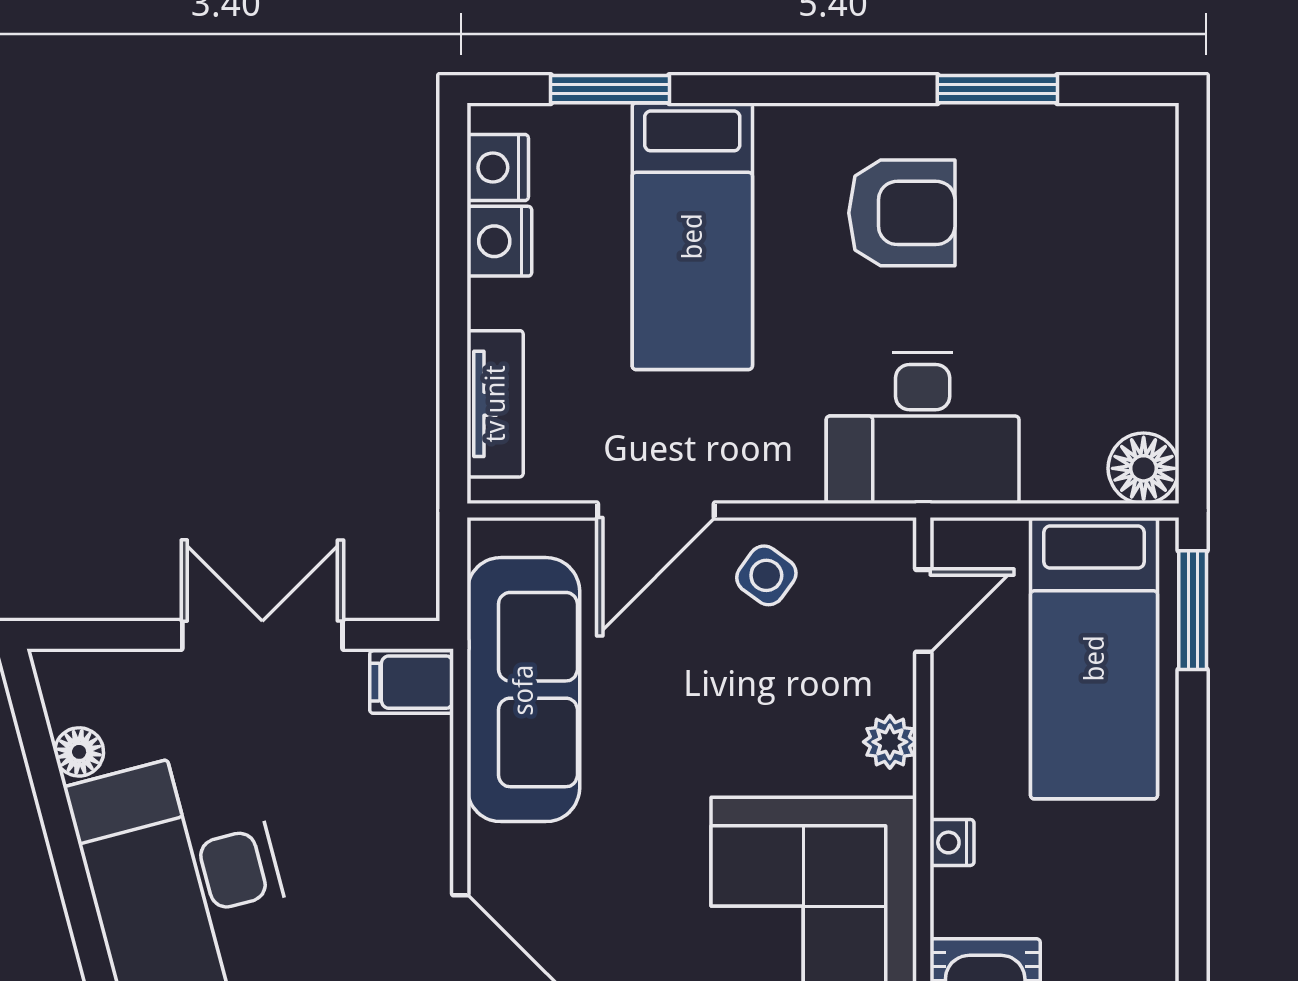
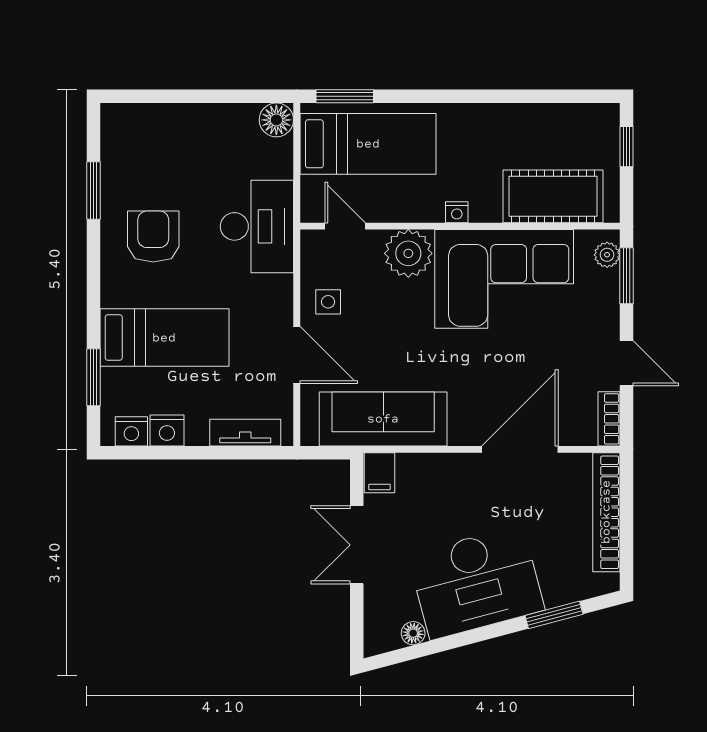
side table: (766, 575) -> (328, 302), turned -36
plant: (890, 742) -> (408, 253), width x1.88, depth x1.88

